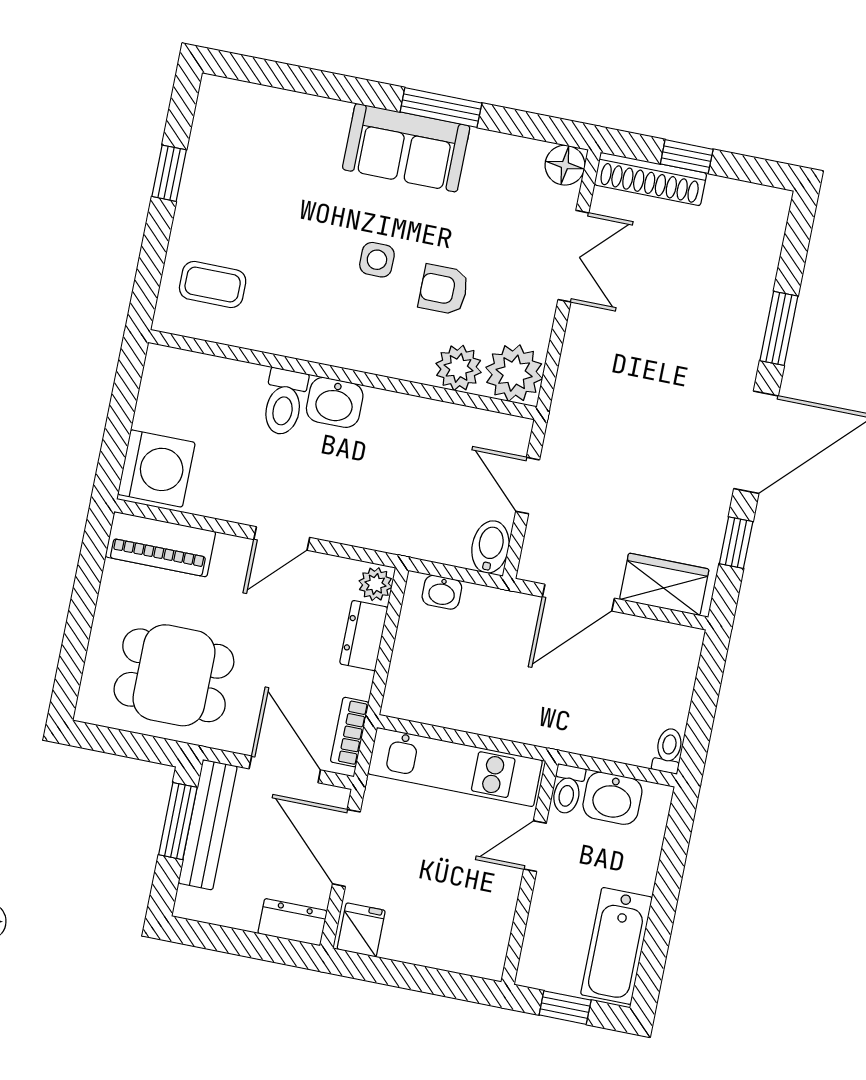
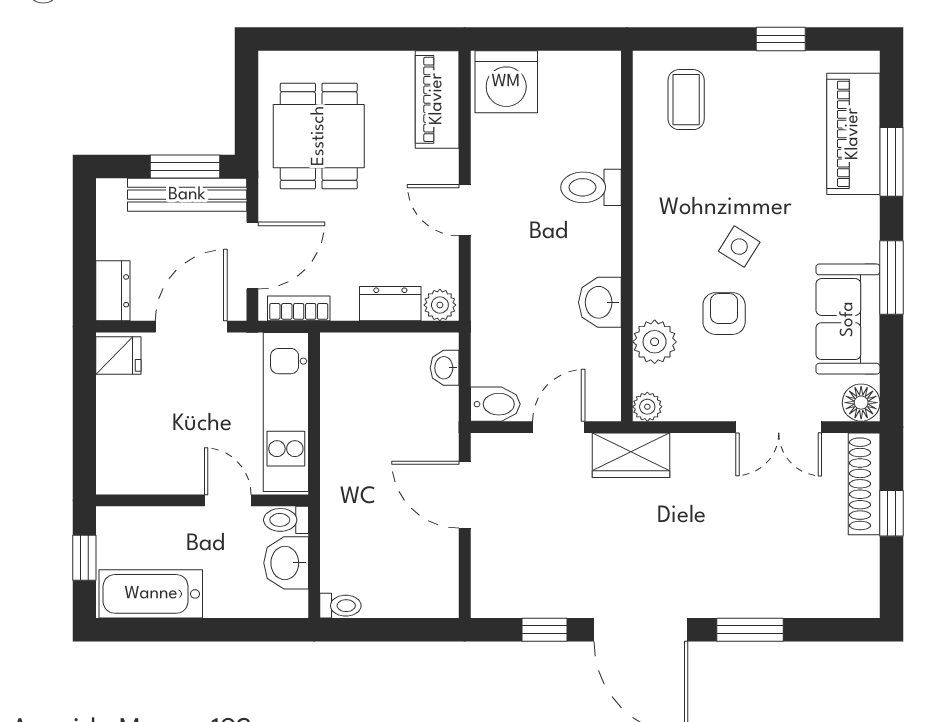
window: (320, 83) -> (891, 162), added
piano: (283, 117) -> (853, 134), added
sofa: (406, 148) -> (848, 319), moved
side table: (377, 260) -> (739, 247), turned 32
plant: (514, 373) -> (647, 407), width x0.53, depth x0.53
washbasin: (335, 402) -> (600, 302), moved
wardrobe: (664, 584) -> (631, 455), moved, turned 90

